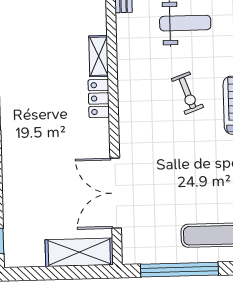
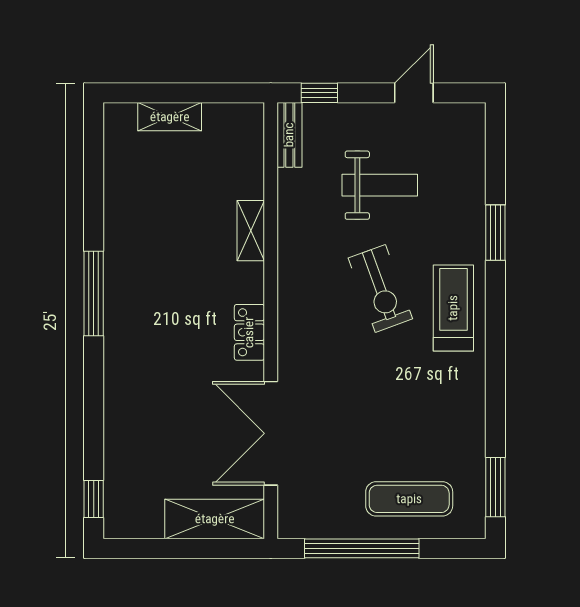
exercise bike: (187, 93) -> (380, 288), width x1.38, depth x1.39
locker: (99, 98) -> (249, 332), moved

